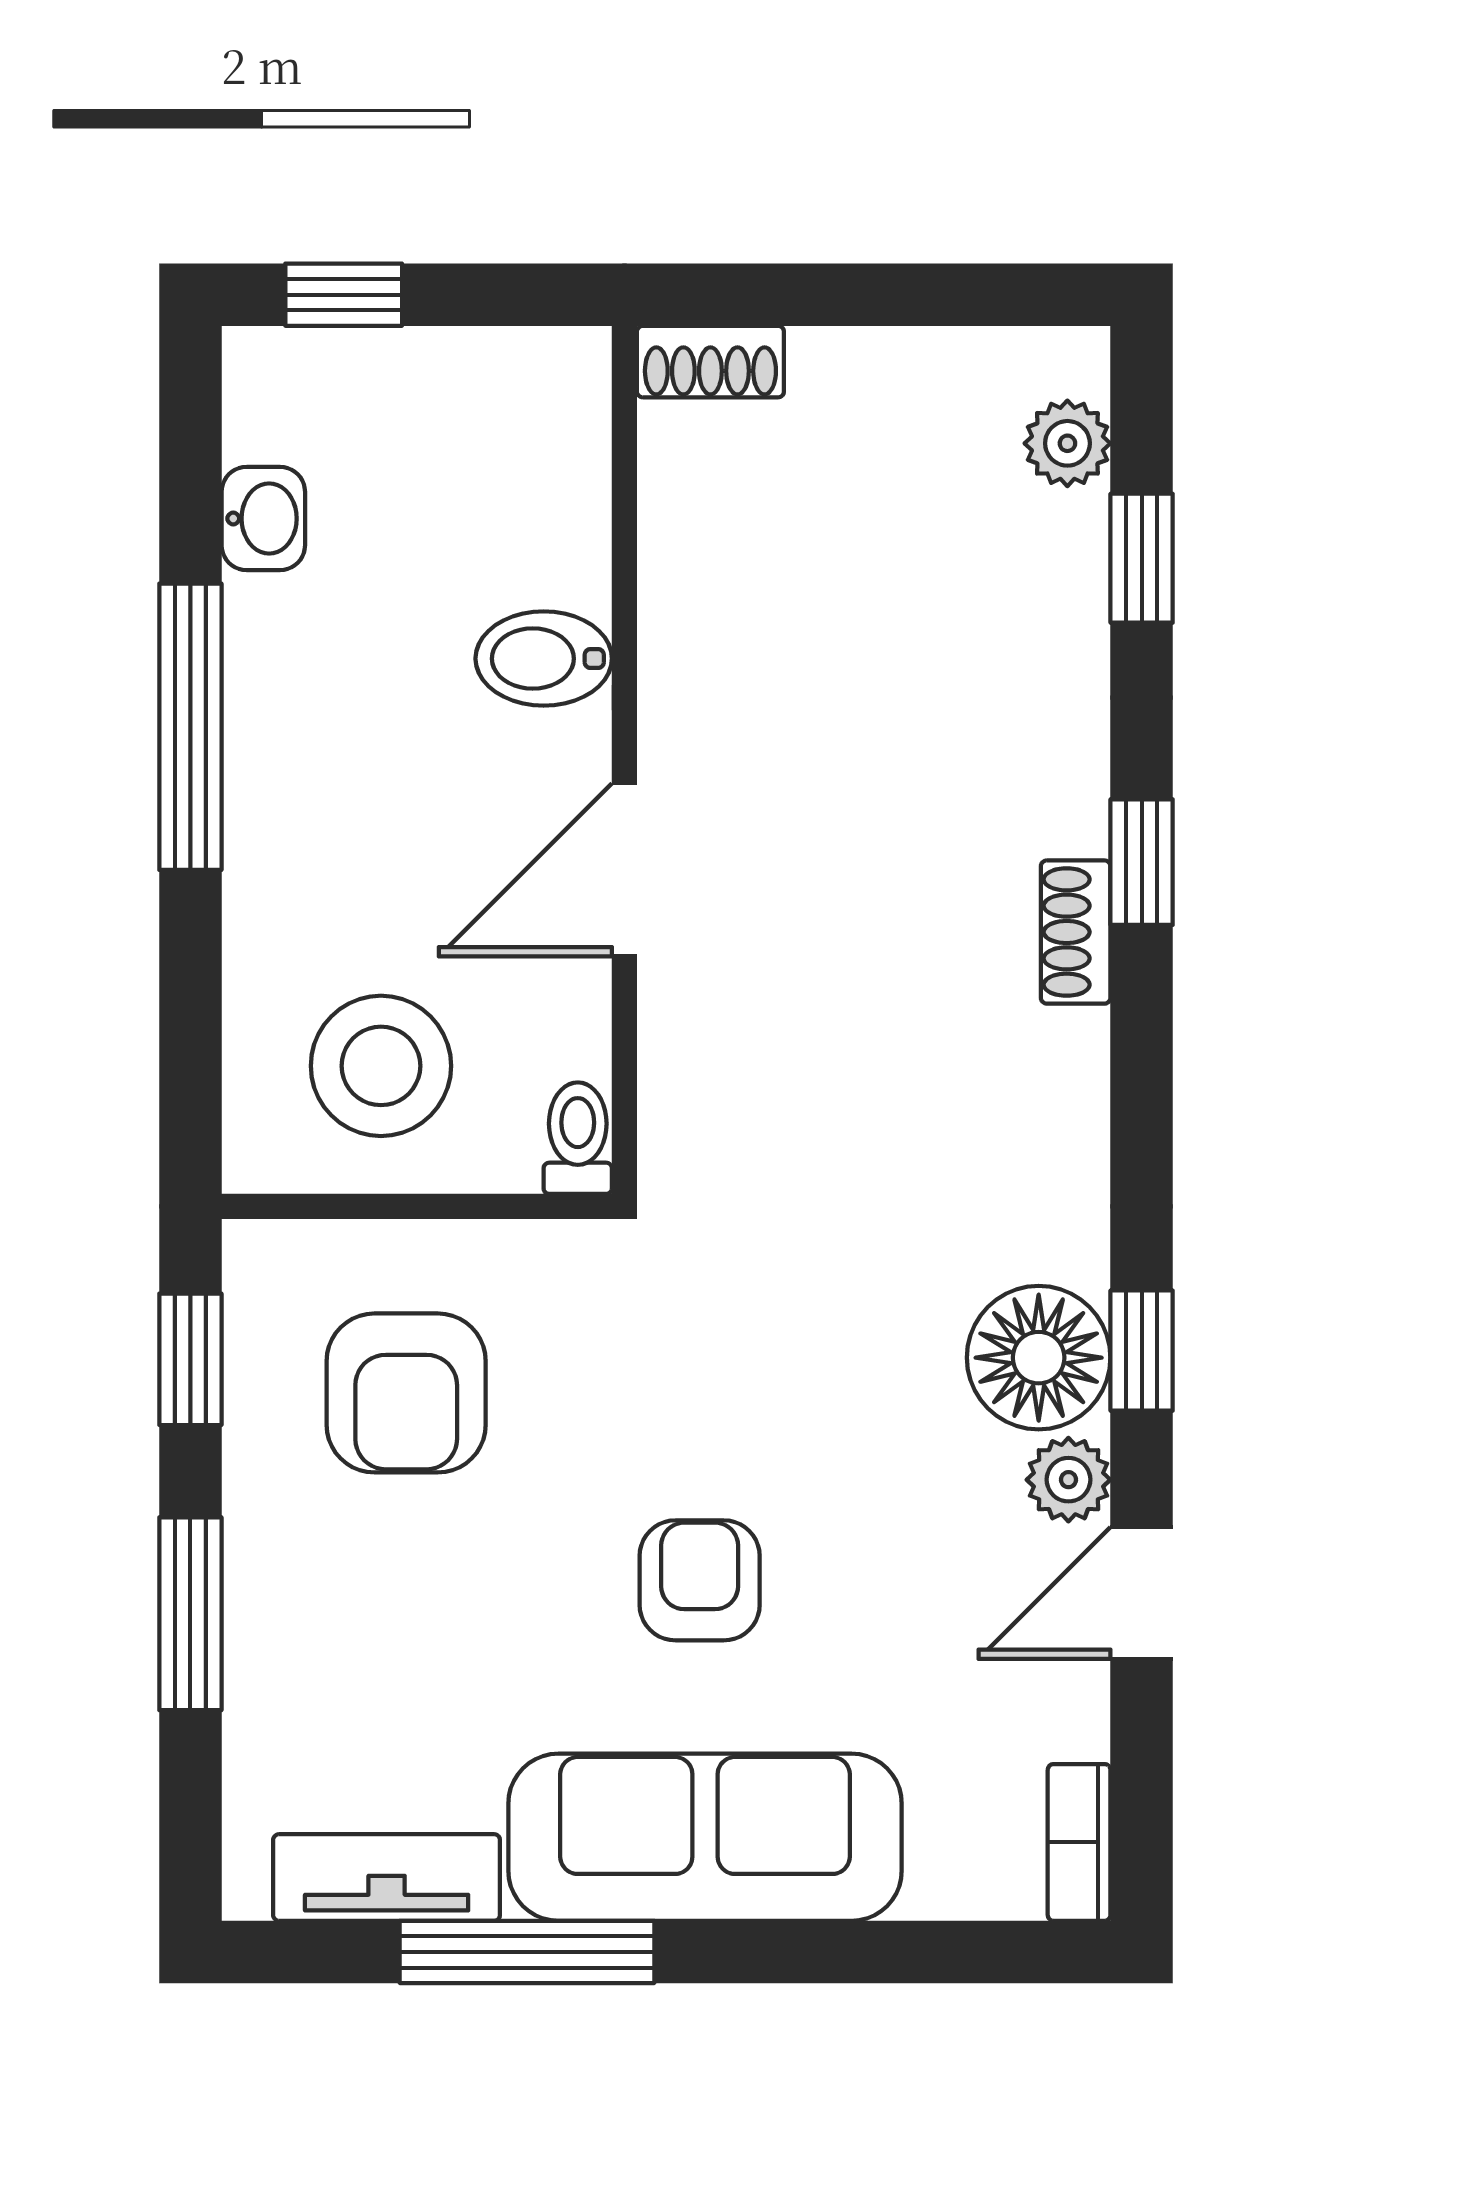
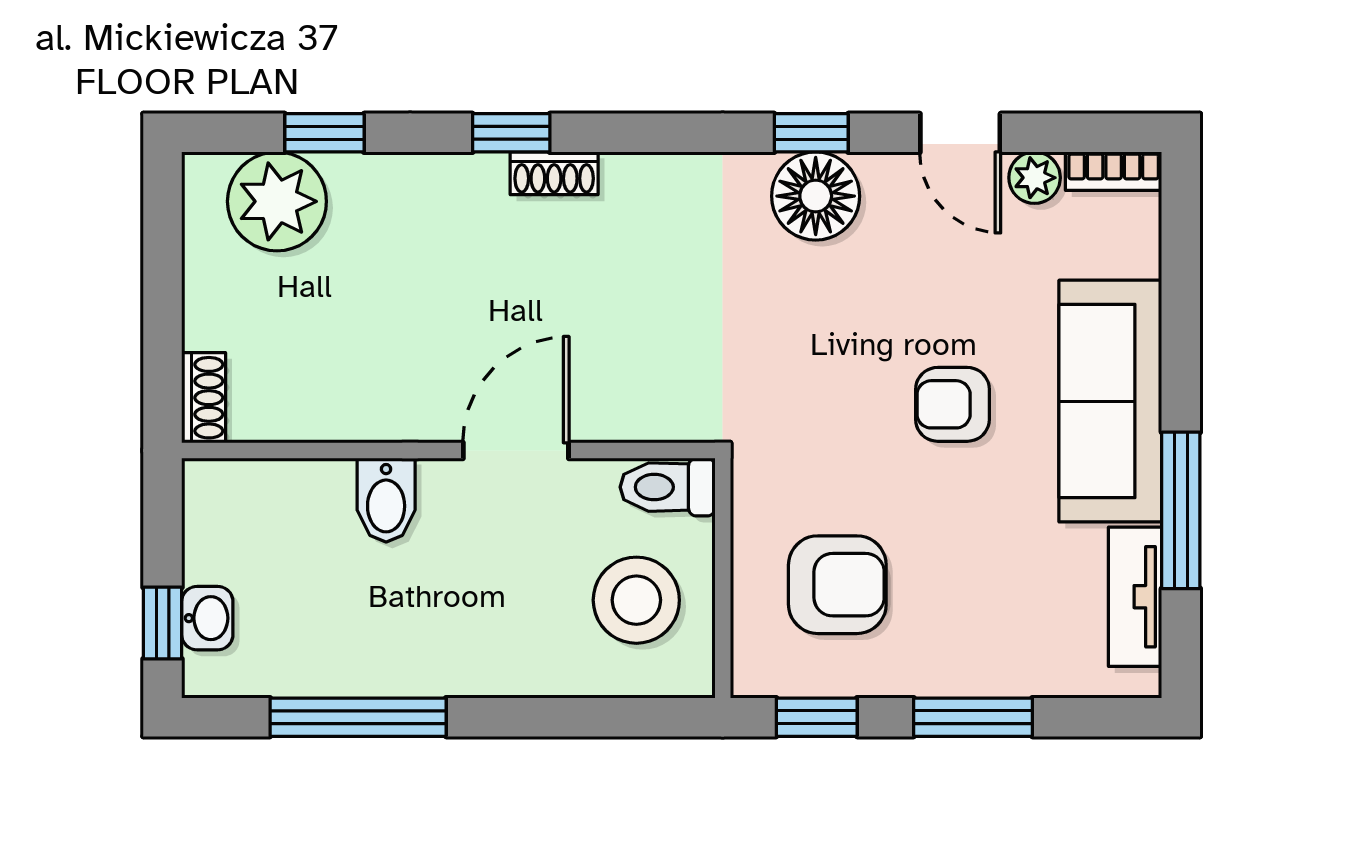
plant: (1067, 443) -> (277, 201), width x1.87, depth x1.87
washbasin: (263, 519) -> (207, 618), moved, turned 90
window: (190, 727) -> (358, 717), moved
door: (624, 870) -> (516, 451), swing flipped
toilet: (578, 1138) -> (668, 487), width x1.37, depth x1.39
plant: (1068, 1480) -> (1035, 178), moved

